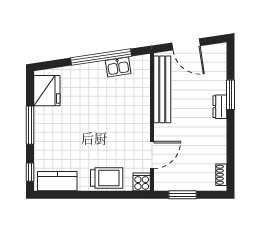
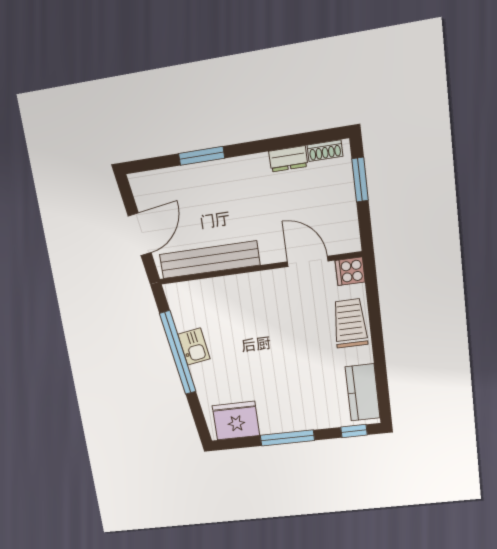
kitchen sink: (118, 67) -> (194, 347), moved
dresser: (220, 107) -> (288, 159), moved
window: (183, 195) -> (360, 180), moved

